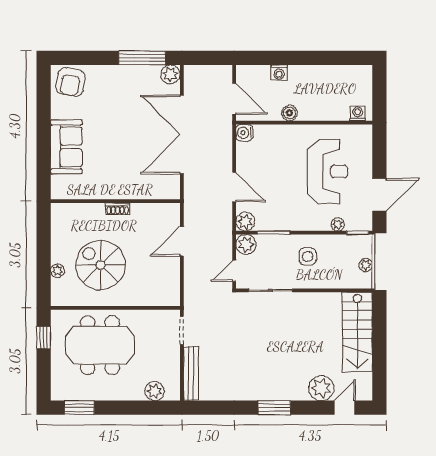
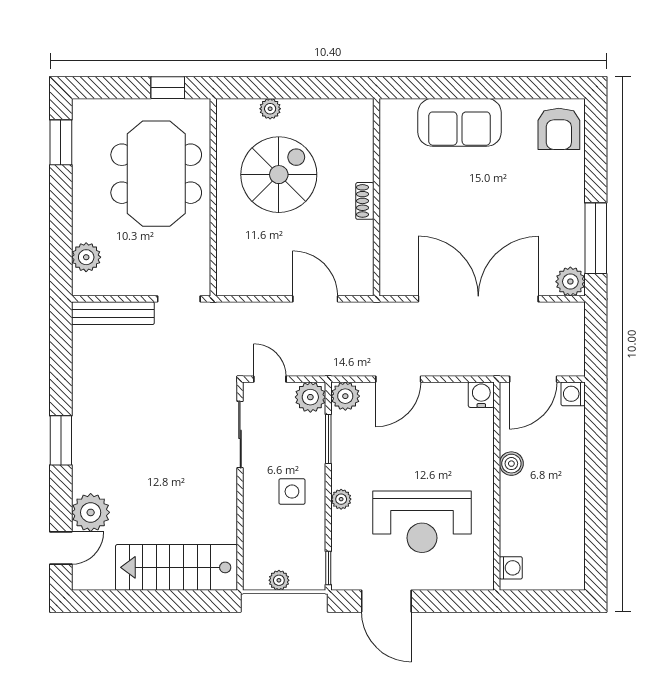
washing machine: (279, 73) -> (573, 394), moved
armchair: (71, 82) -> (559, 129), turned -100
plant: (338, 224) -> (341, 499), moved
door: (345, 408) -> (61, 548), hinge flipped

